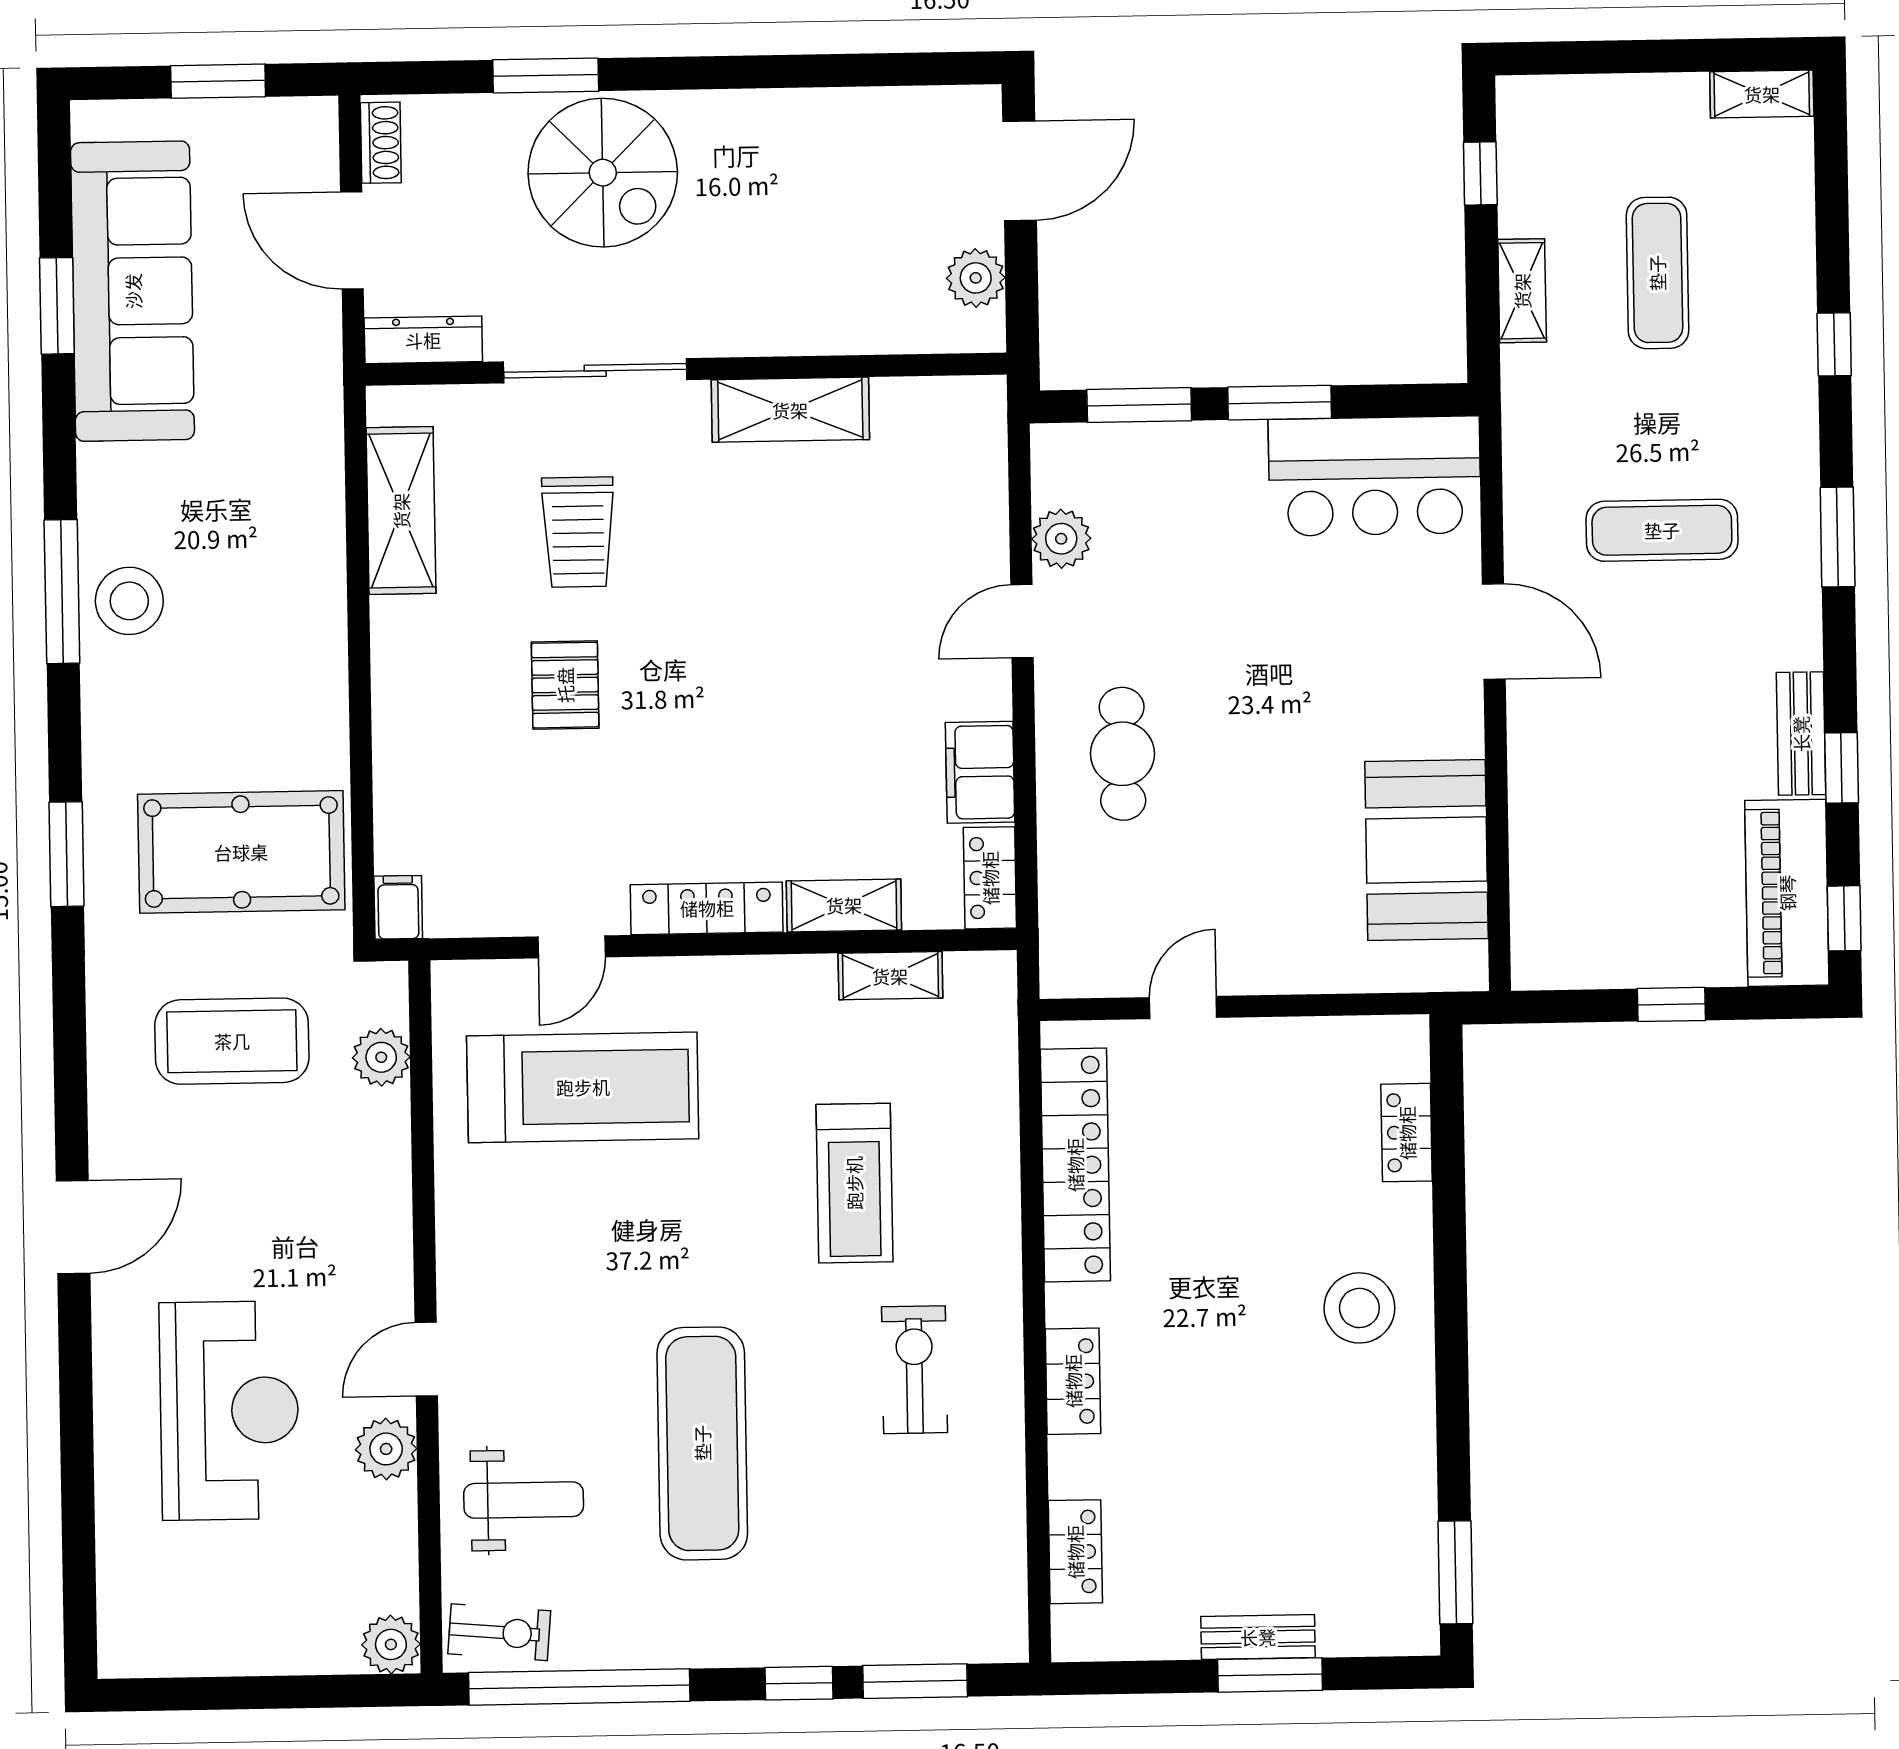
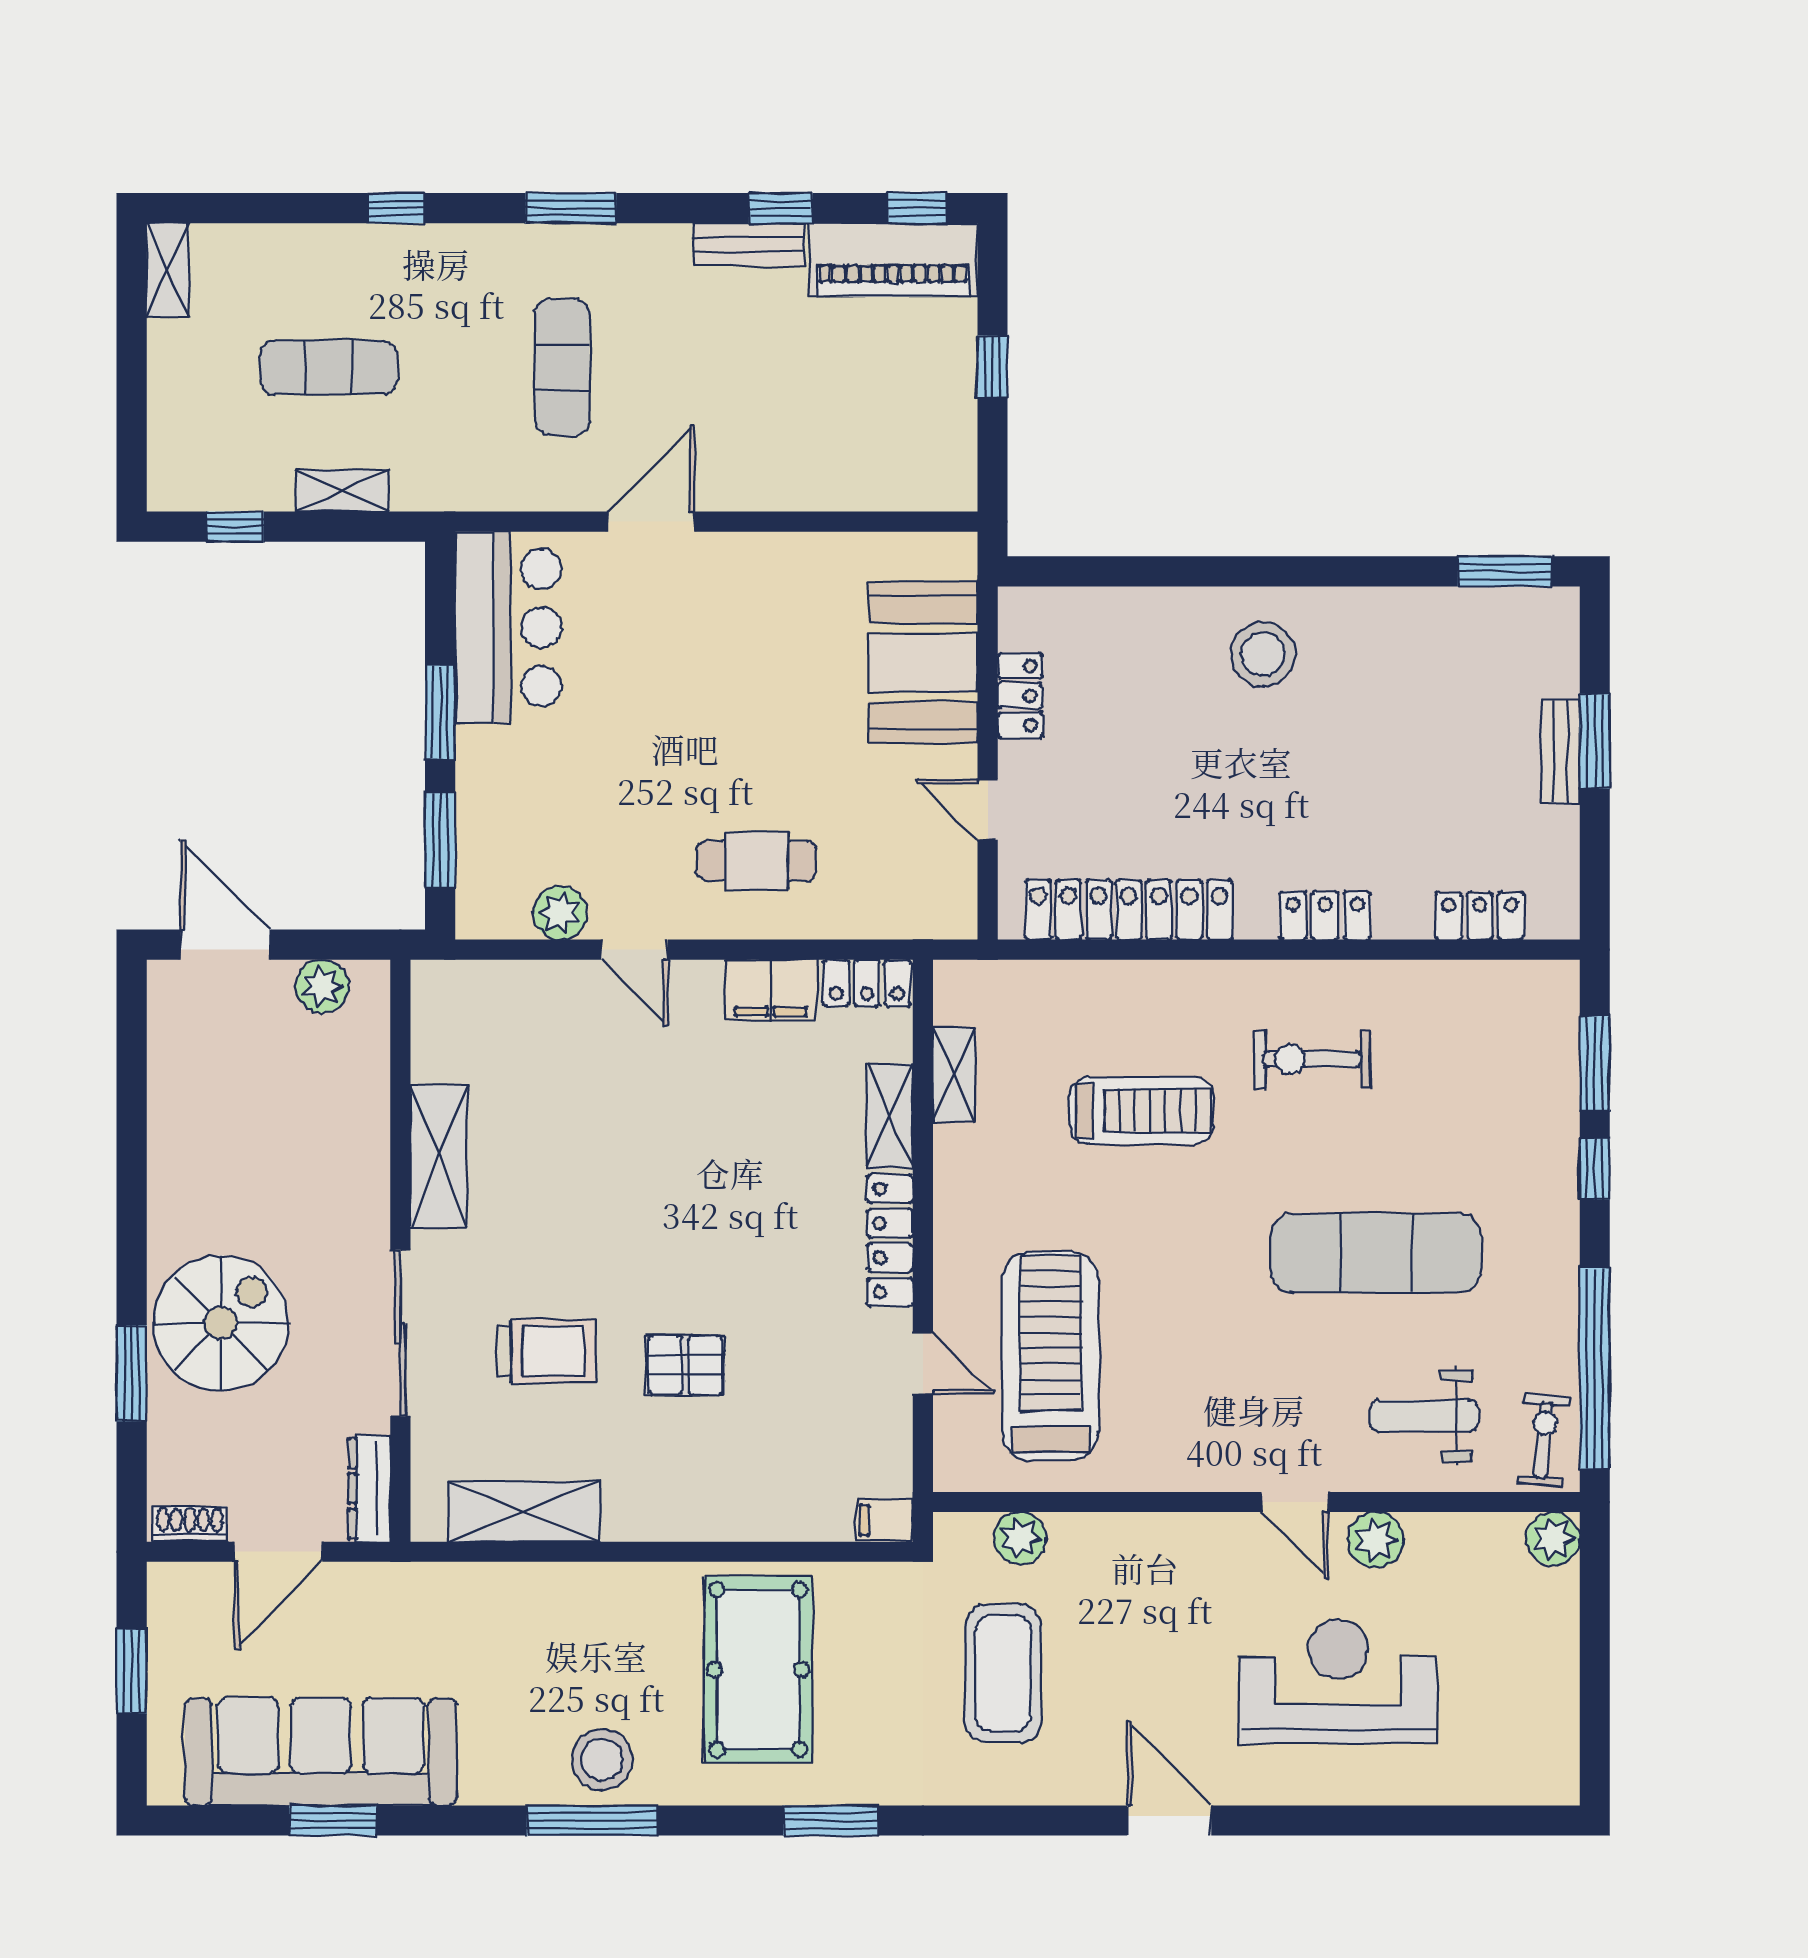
booth: (1427, 850) -> (923, 663), moved, turned 90
pool table: (241, 852) -> (758, 1670), moved
locker: (1407, 1133) -> (1020, 696), moved, turned -90
weight bench: (524, 1500) -> (1424, 1416), turned -90

